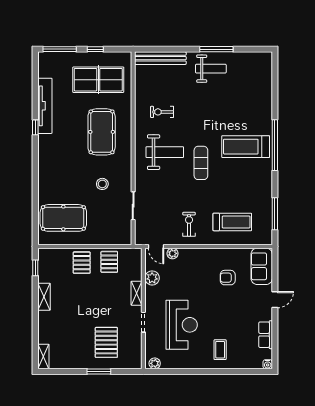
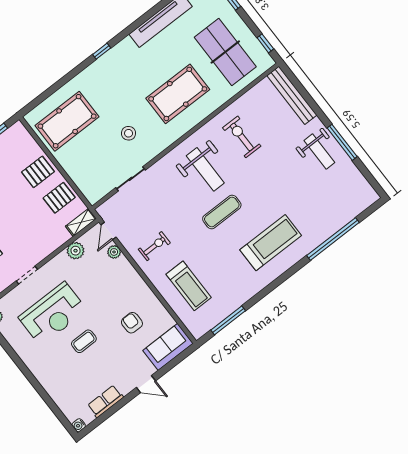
window: (95, 49) -> (265, 43), moved
exercise bike: (162, 112) -> (242, 137), width x1.38, depth x1.39
window: (35, 127) -> (102, 51), moved
window: (275, 145) -> (333, 239), moved
treadmill: (246, 147) -> (271, 243), turned 90
pool table: (63, 218) -> (67, 121), turned 90
shelving: (136, 293) -> (81, 222), moved
coffee table: (220, 350) -> (84, 341), moved

